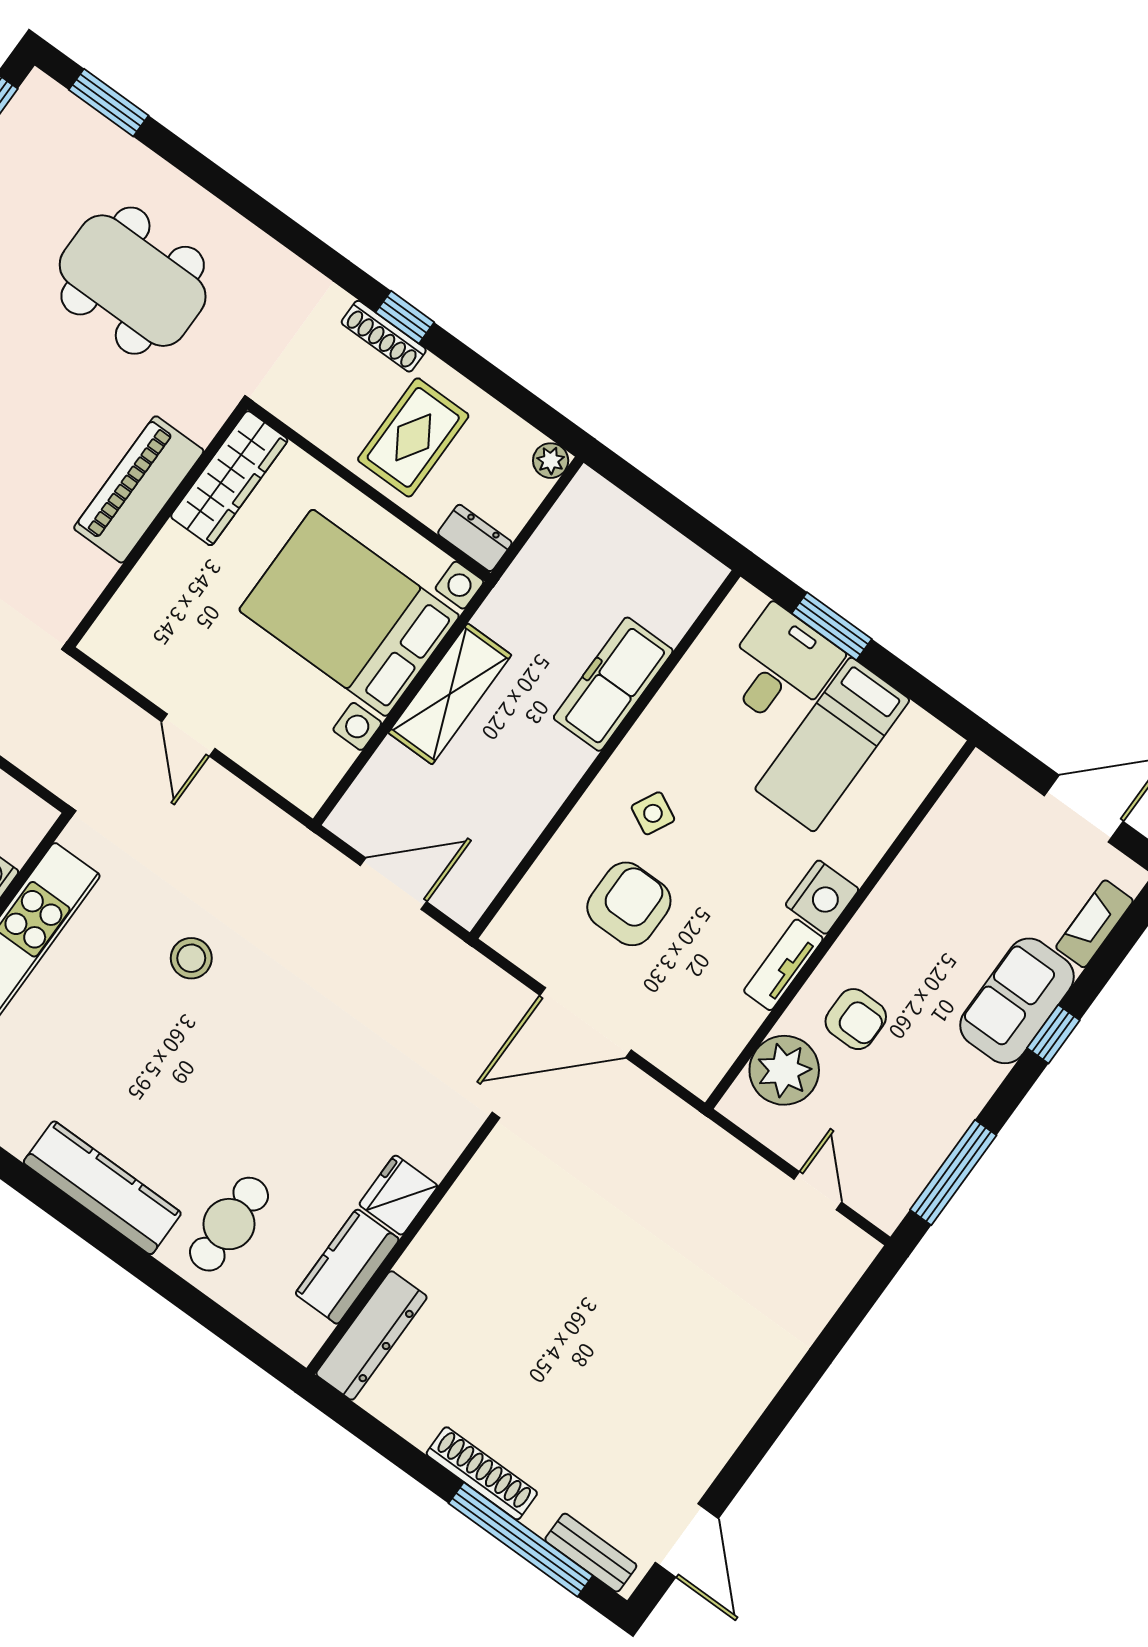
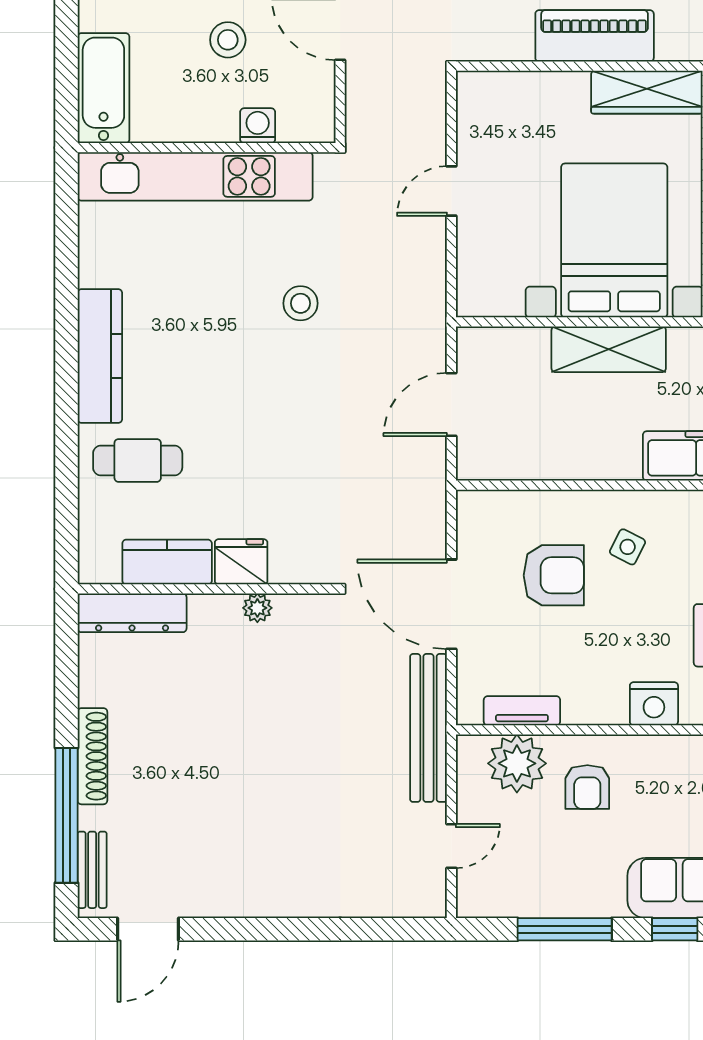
door: (393, 884) -> (451, 405), swing flipped
tv unit: (783, 965) -> (522, 711), moved
bench: (688, 1131) -> (428, 728), added
window: (953, 1173) -> (565, 929), moved
plant: (454, 1212) -> (257, 608), added

